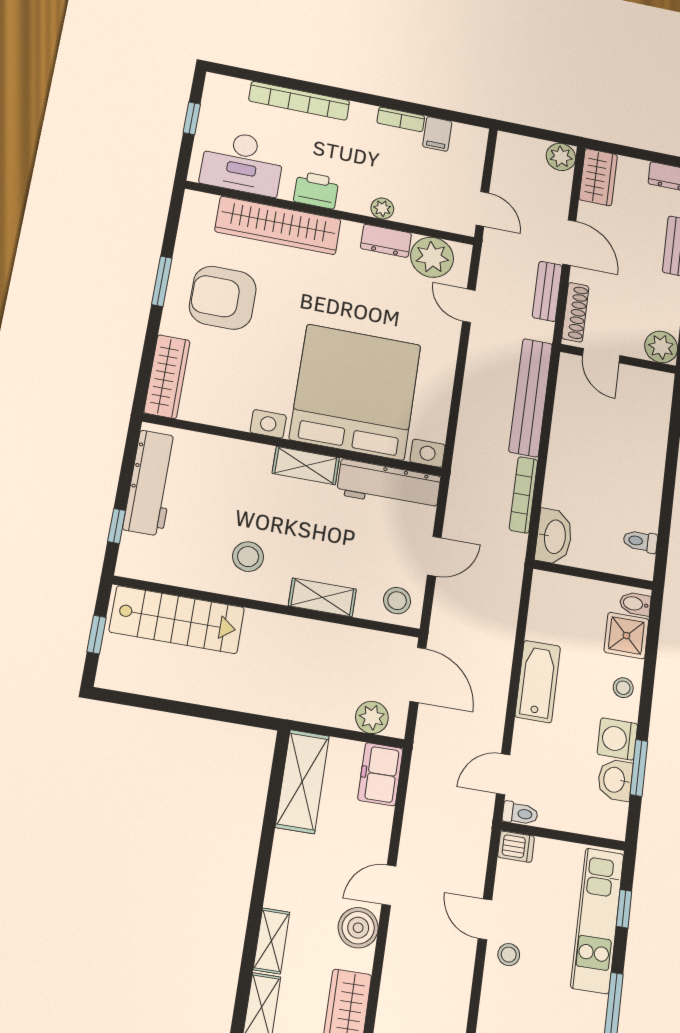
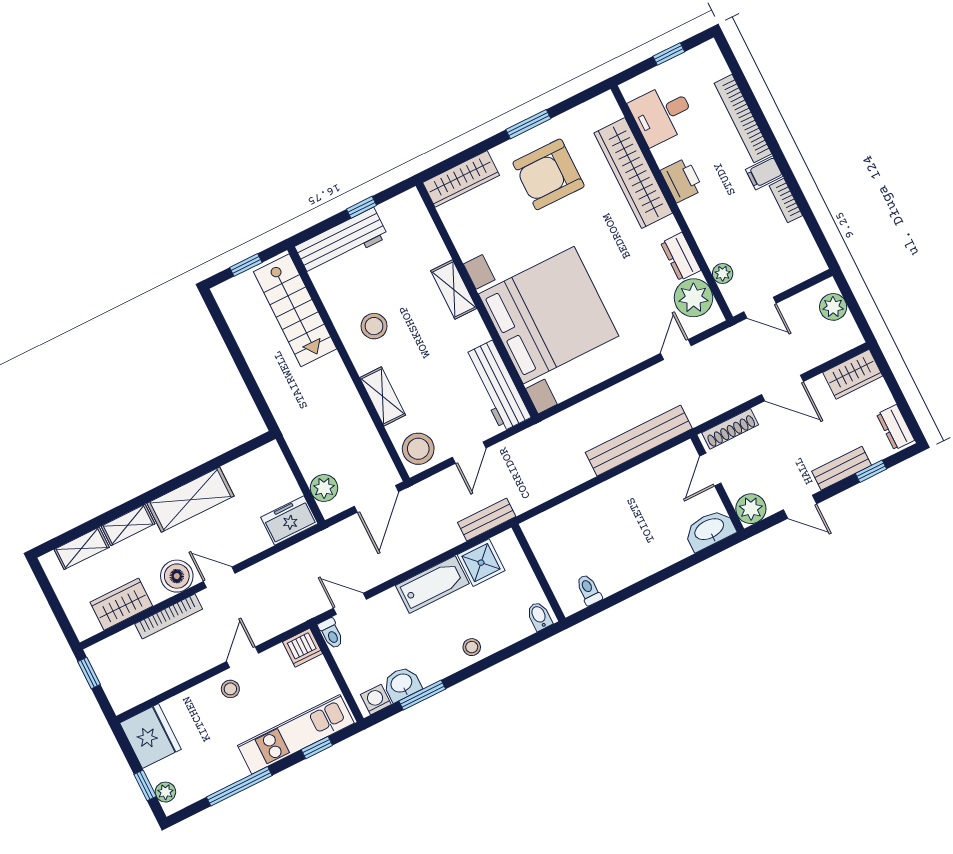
filing cabinet: (437, 134) -> (764, 173), moved
plant: (561, 157) -> (833, 307), moved
desk: (242, 163) -> (662, 114), width x0.73
plant: (382, 208) -> (723, 274), moved
door: (482, 209) -> (760, 308), hinge flipped
door: (569, 243) -> (782, 388), hinge flipped
bench: (547, 291) -> (487, 520), moved
armchair: (223, 298) -> (549, 174), turned -90
shelving: (306, 466) -> (454, 290), moved
workbench: (151, 483) -> (341, 242), moved
bookcase: (524, 495) -> (169, 616), moved, turned 180
window: (117, 526) -> (362, 207), moved
washbasin: (554, 537) -> (710, 530), moved, turned 180
door: (434, 556) -> (469, 453), hinge flipped
stool: (397, 601) -> (418, 449), width x1.38, depth x1.38
shower: (626, 636) -> (481, 563), moved
washing machine: (617, 739) -> (376, 700), moved, width x0.73, depth x0.73
shelving: (302, 781) -> (190, 500), moved
dishwasher: (516, 847) -> (303, 648), width x1.38

